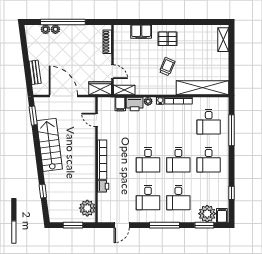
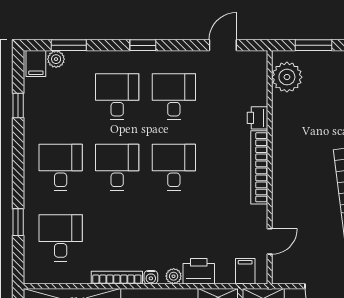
filing cabinet: (120, 104) -> (245, 271), moved
door: (97, 120) -> (270, 241), hinge flipped
window: (231, 130) -> (18, 222), width x0.46
plant: (207, 214) -> (56, 59), width x0.53, depth x0.53
window: (165, 225) -> (143, 45), width x0.46

